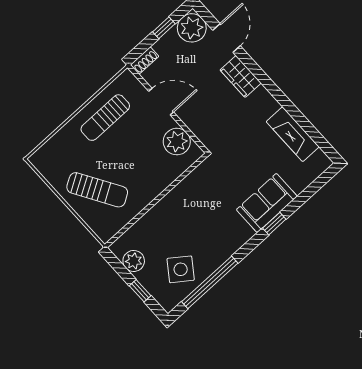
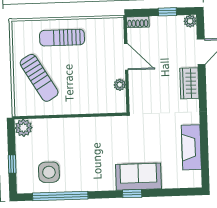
plant: (192, 28) -> (190, 21), width x0.53, depth x0.53
sun lounger: (105, 118) -> (62, 38), moved
plant: (177, 142) -> (120, 85), width x0.53, depth x0.53
plant: (134, 261) -> (24, 128), moved
side table: (181, 269) -> (49, 172), turned -36

